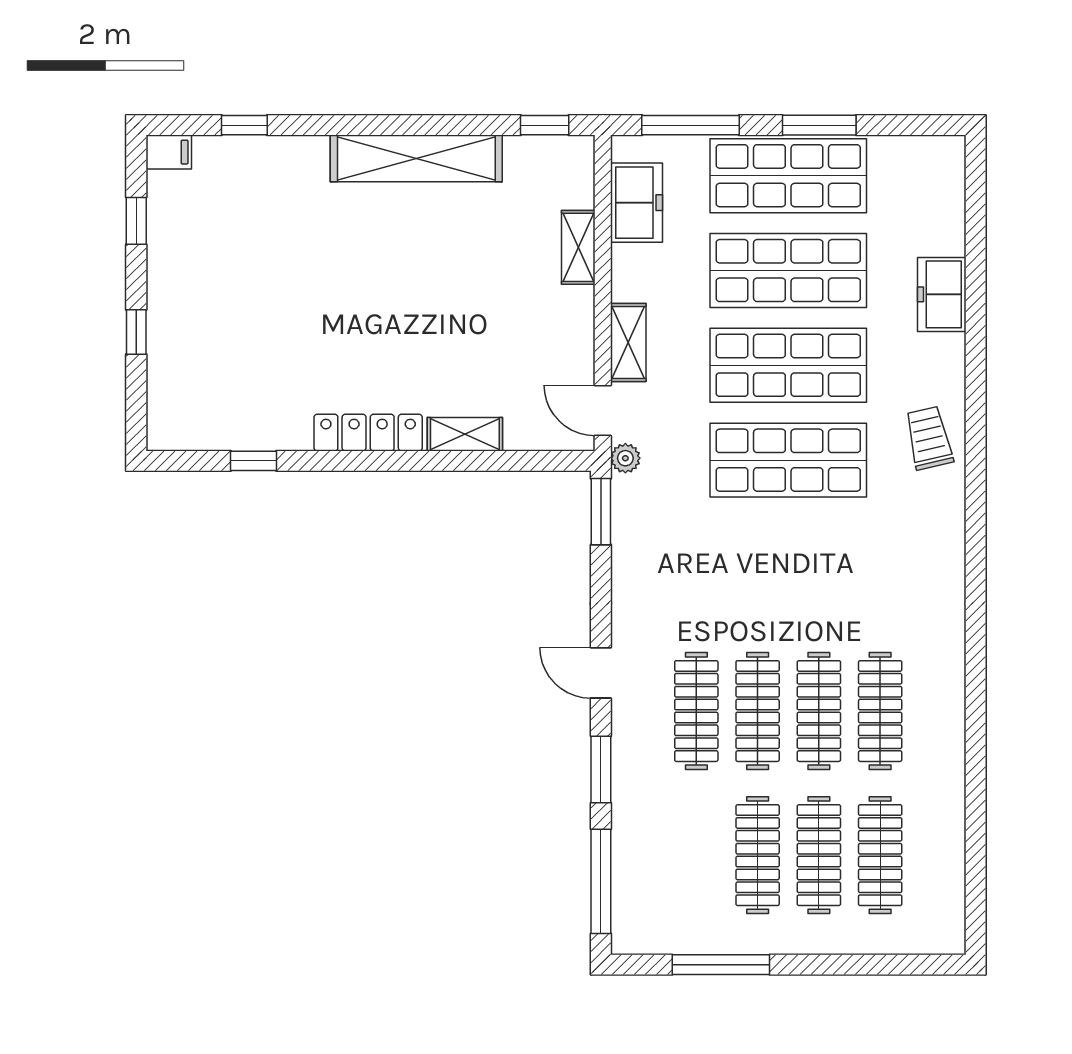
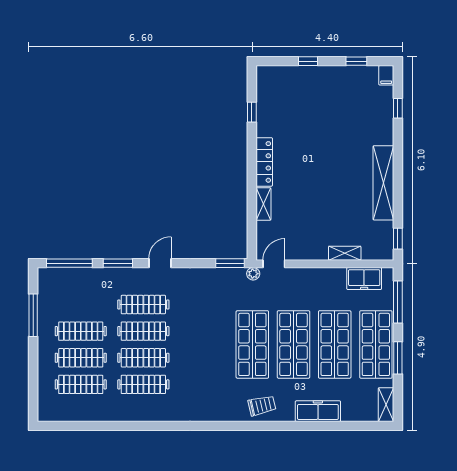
freezer: (942, 294) -> (318, 411), width x1.40
shelving: (628, 343) -> (386, 405), moved, turned 90

